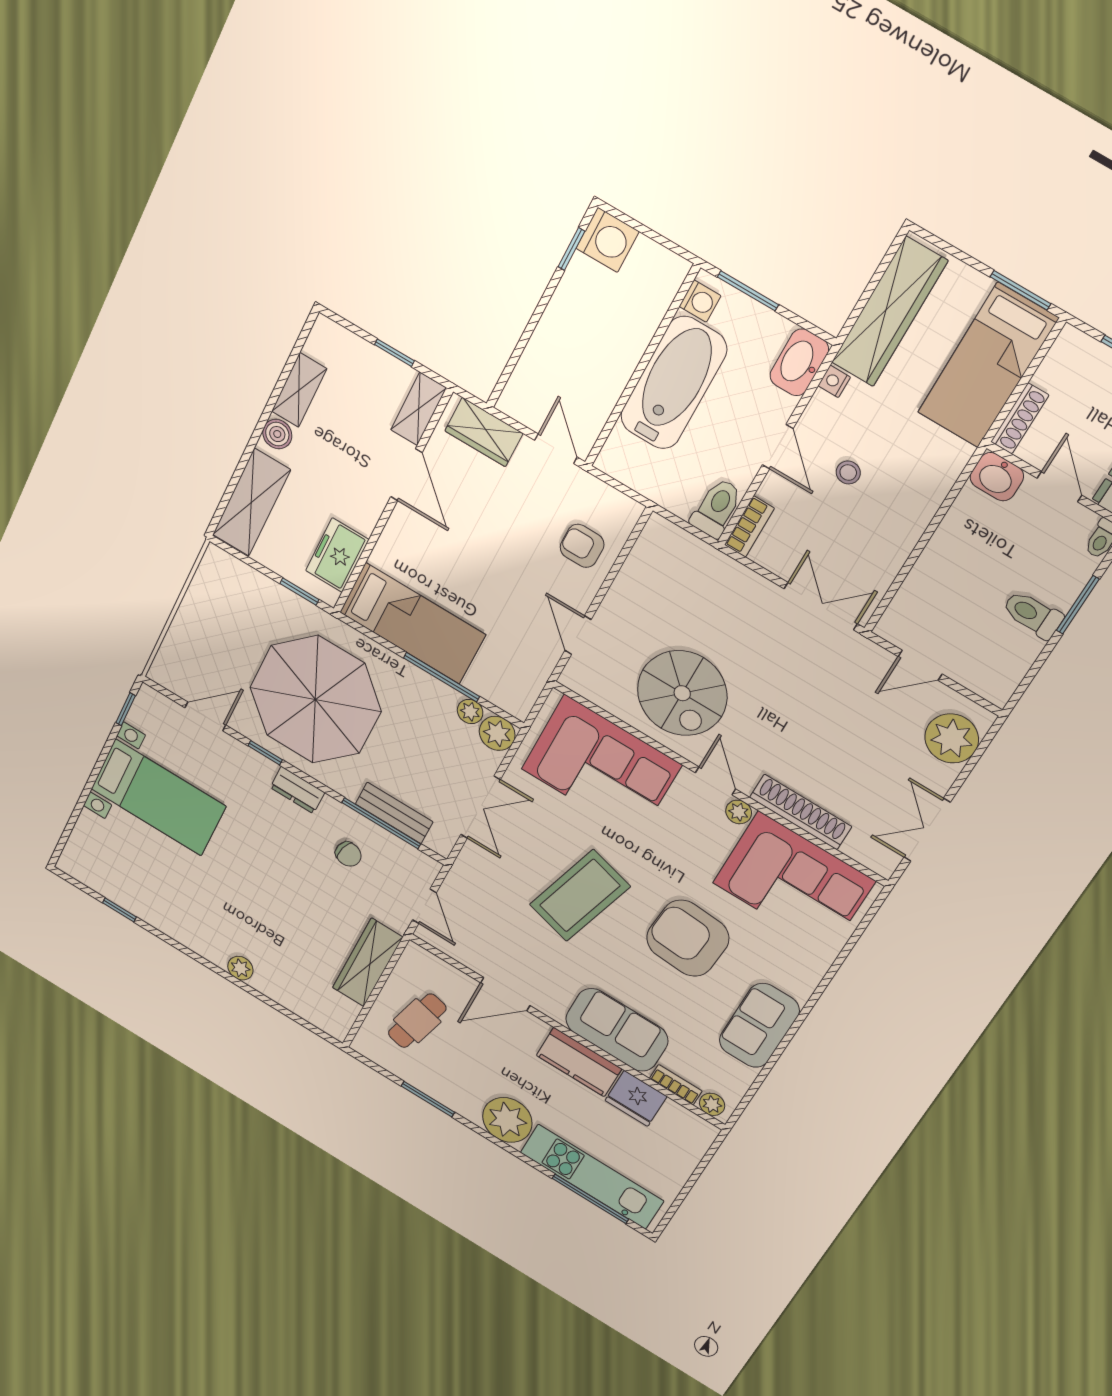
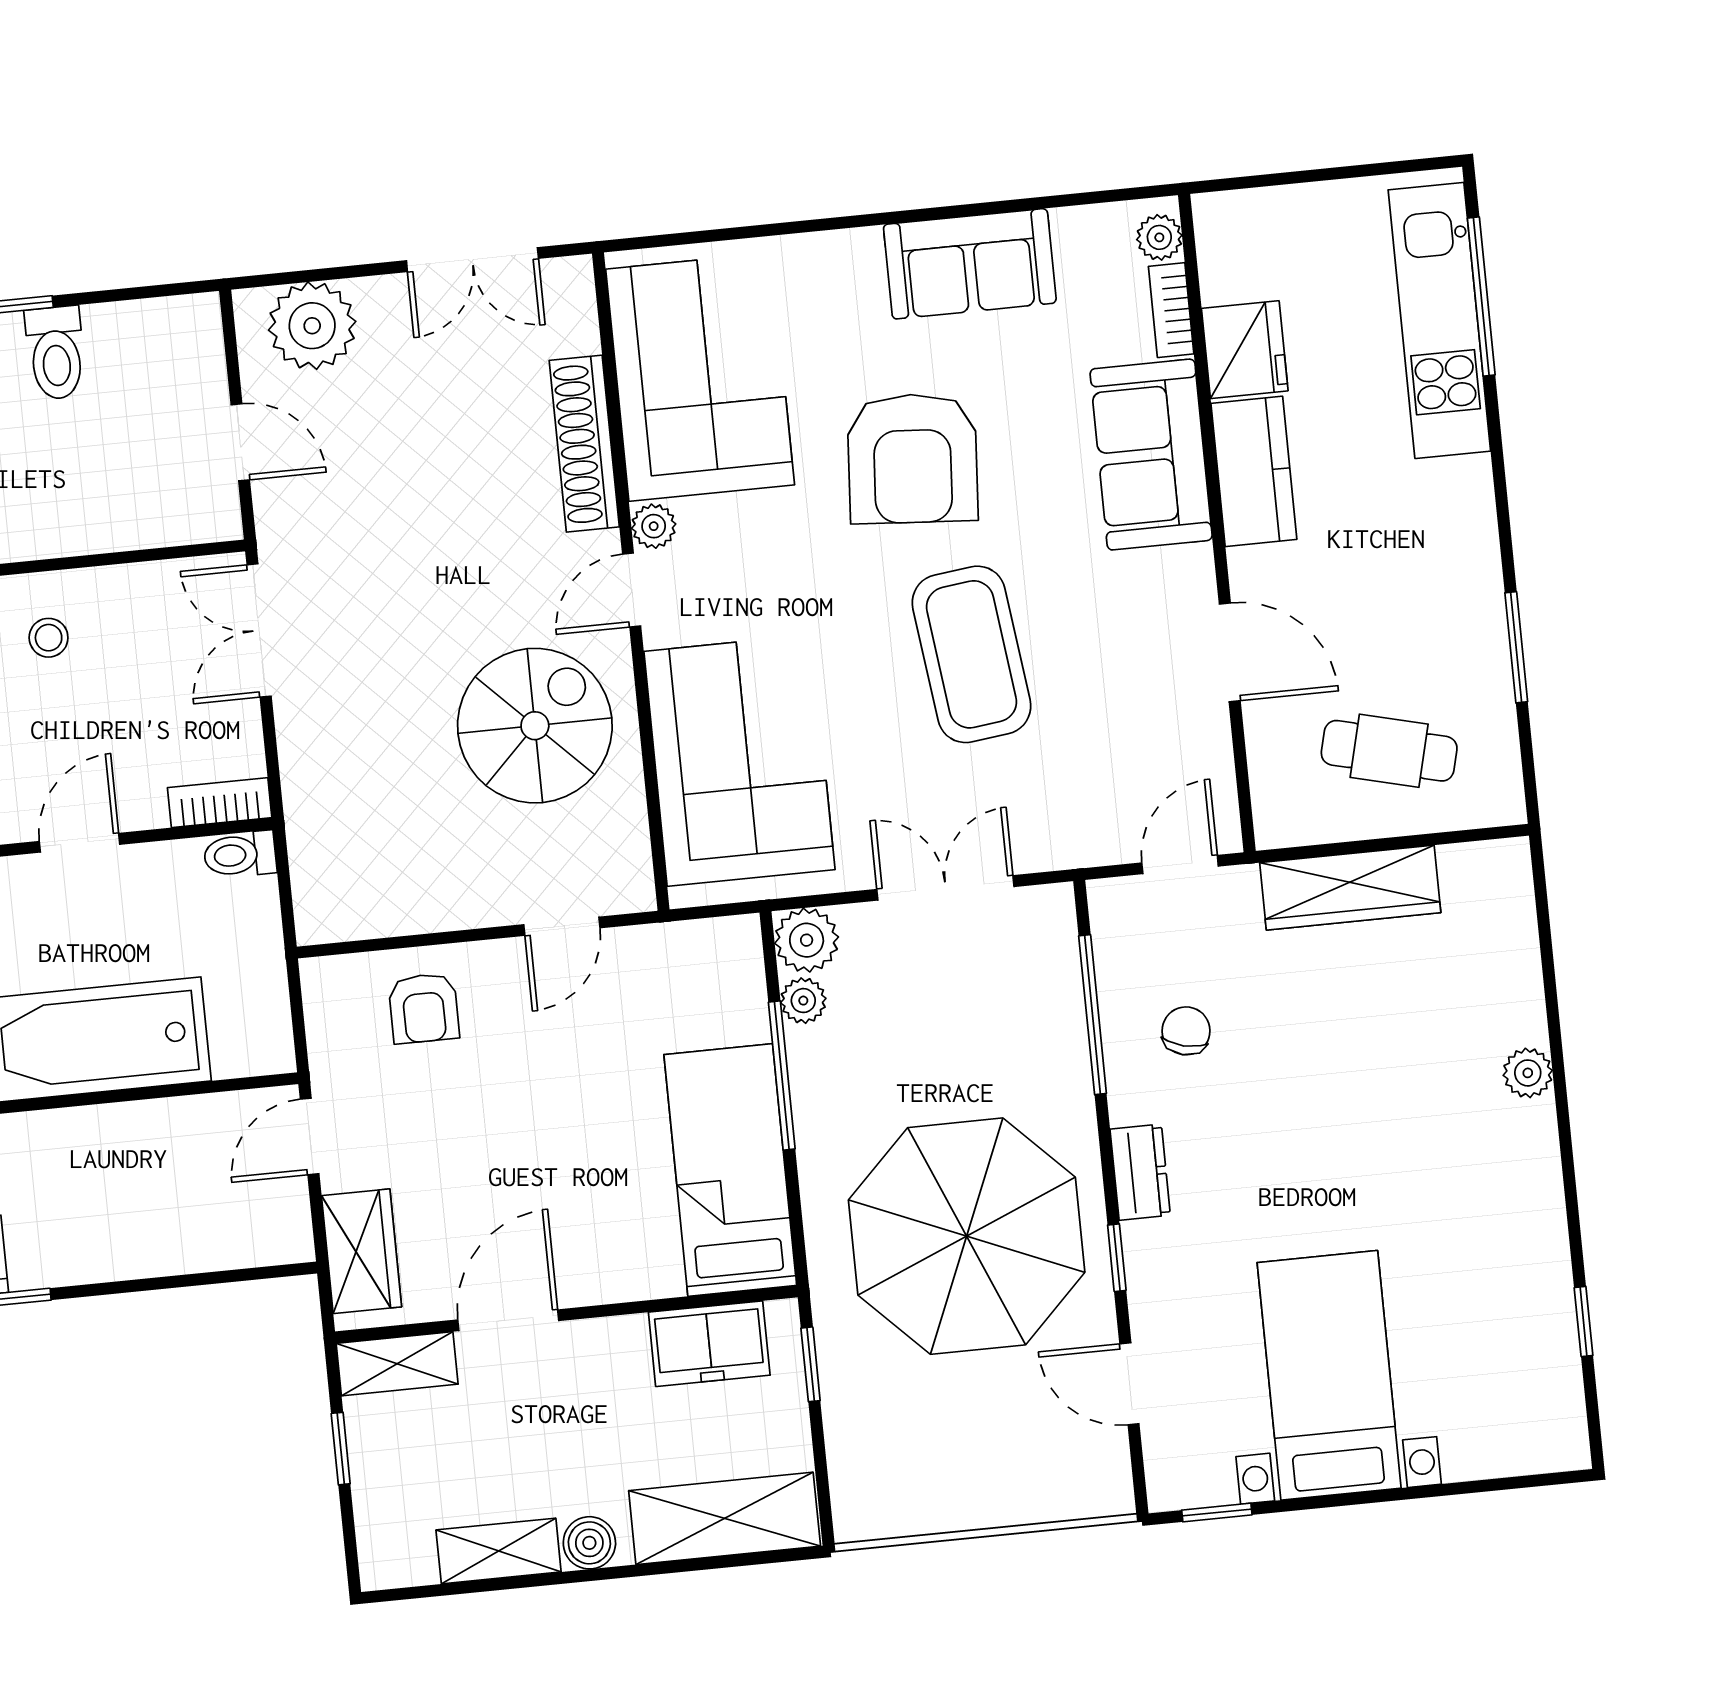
stool: (848, 473) -> (49, 638), moved
toilet: (717, 508) -> (240, 855), width x0.73, depth x0.72
bench: (394, 813) -> (1059, 1006), removed
coffee table: (580, 895) -> (972, 654), turned 67
plant: (507, 1120) -> (1449, 508), removed

